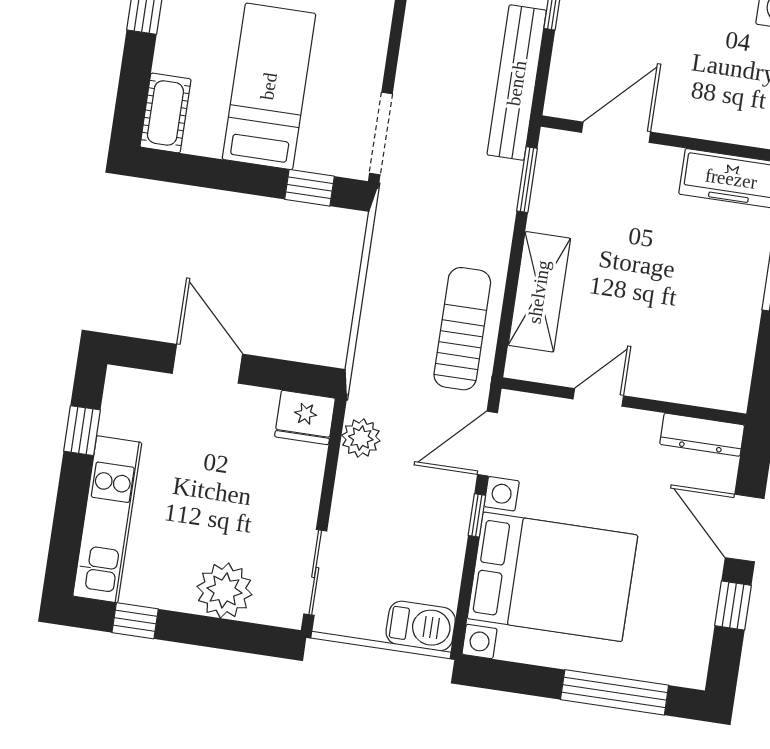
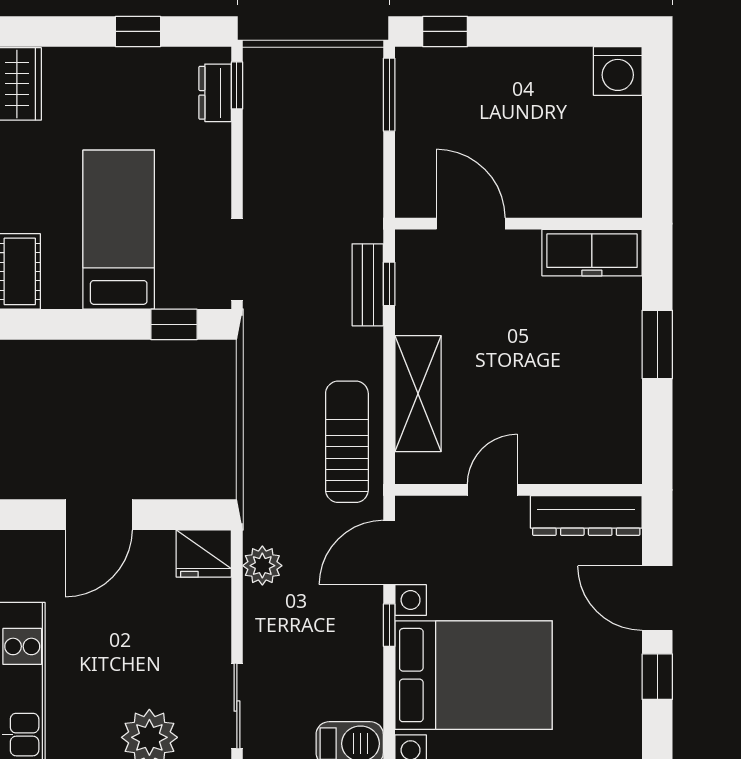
bench: (517, 83) -> (368, 285), moved, width x0.54, depth x0.82
door: (616, 132) -> (471, 224), hinge flipped
window: (527, 180) -> (389, 284), width x0.67
door: (207, 364) -> (99, 515), swing flipped
dresser: (702, 435) -> (586, 515), width x1.37, depth x1.24

